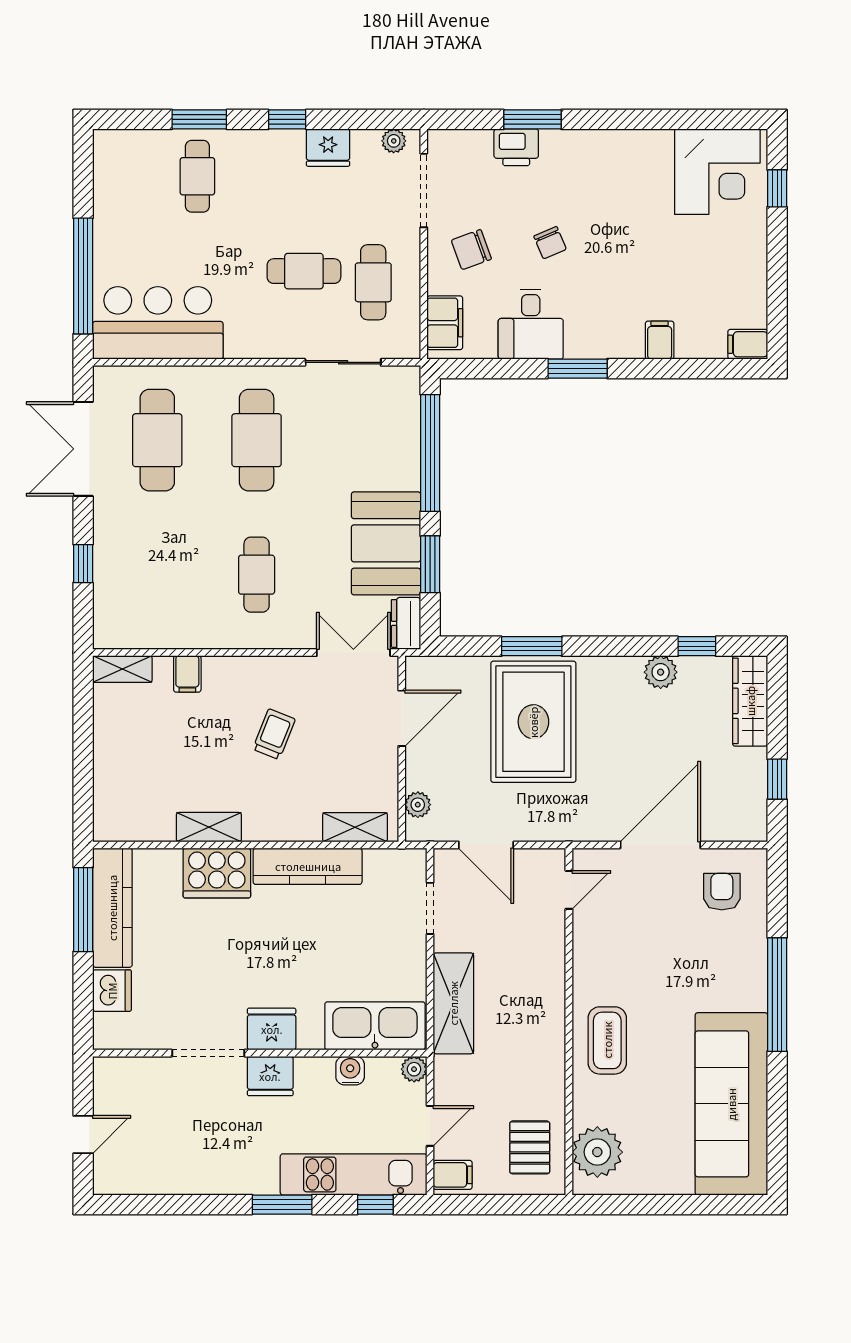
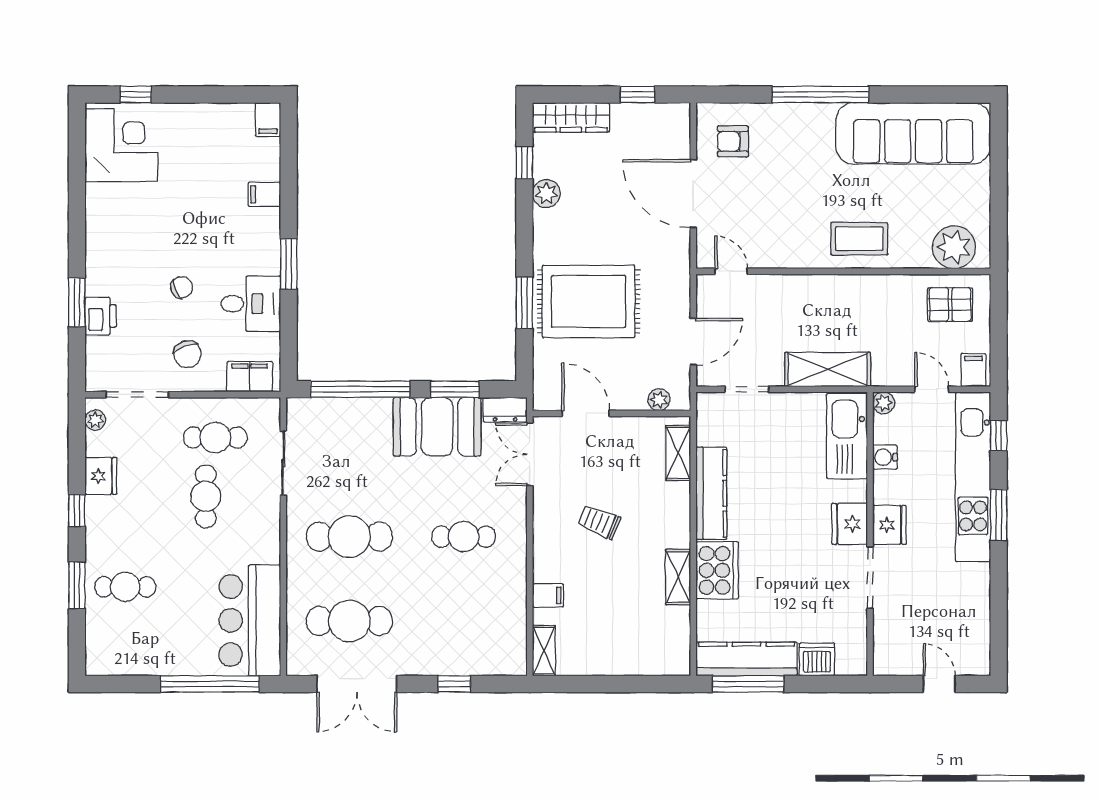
kitchen unit: (354, 1174) -> (973, 477), width x1.36

